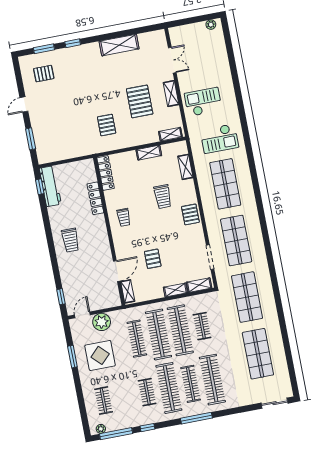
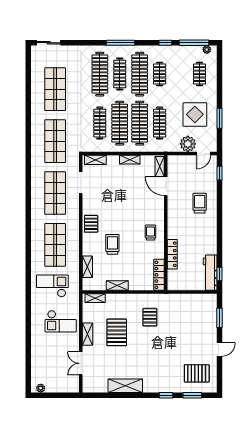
pallet: (44, 74) -> (197, 373), width x1.50, depth x1.42
trolley: (70, 240) -> (200, 203), moved
pallet: (153, 259) -> (132, 191), removed
door: (117, 271) -> (166, 186), hinge flipped
shelving: (175, 290) -> (130, 160), moved
clothes rail: (202, 326) -> (100, 123), width x1.36

